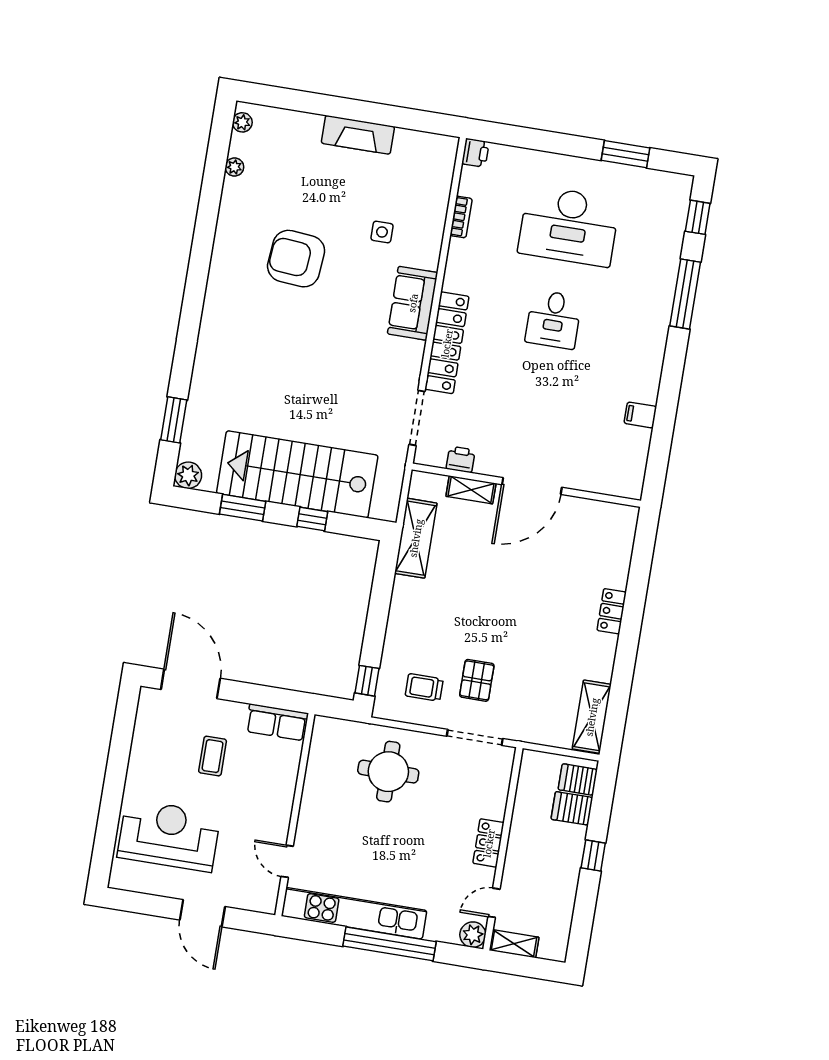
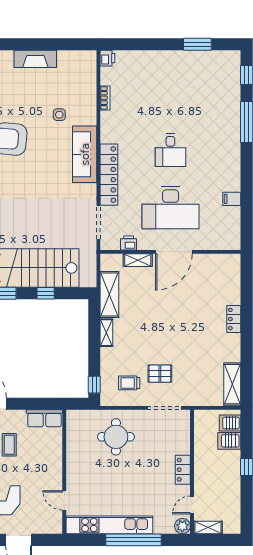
desk: (569, 226) -> (170, 208), moved
sofa: (413, 303) -> (85, 154), width x1.36
shelving: (401, 600) -> (106, 333), added
pallet: (477, 680) -> (160, 374), turned 90

